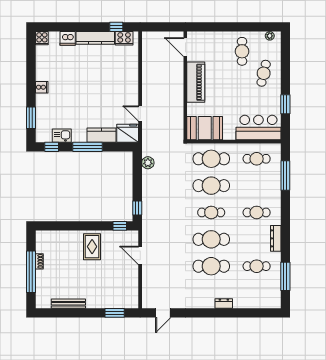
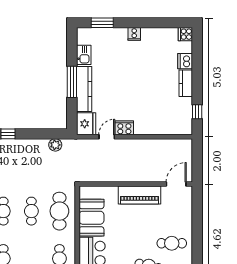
kitchen counter: (95, 38) -> (186, 83), width x0.67
cooker: (124, 38) -> (124, 128), moved, turned 90
booth: (205, 128) -> (91, 218), moved
kitchen counter: (102, 135) -> (84, 89), width x1.50
window: (52, 147) -> (72, 44), removed
cafe table: (211, 186) -> (31, 211), width x0.73, depth x0.74

